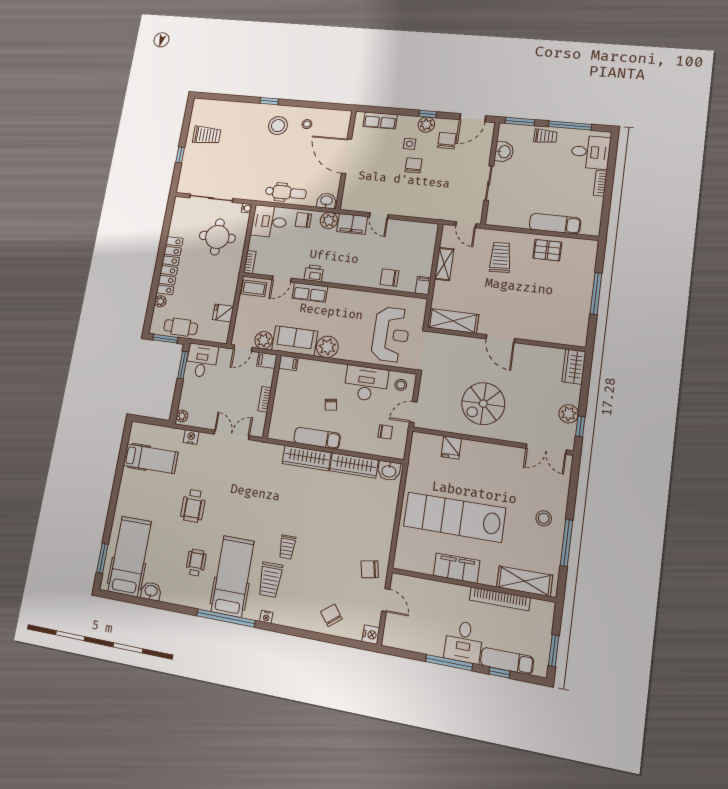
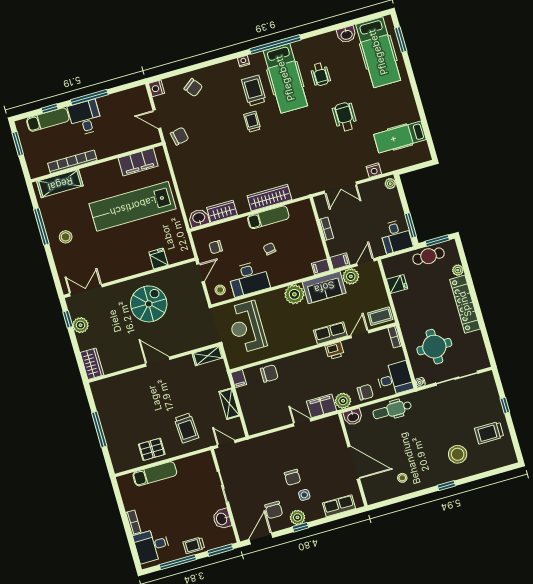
stool: (278, 126) -> (458, 454), moved
shelving: (453, 321) -> (208, 356), width x0.67, depth x0.75
wardrobe: (354, 465) -> (222, 211), width x0.67
lab bench: (454, 517) -> (133, 206), turned 180
filing cabinet: (457, 568) -> (138, 162), moved

